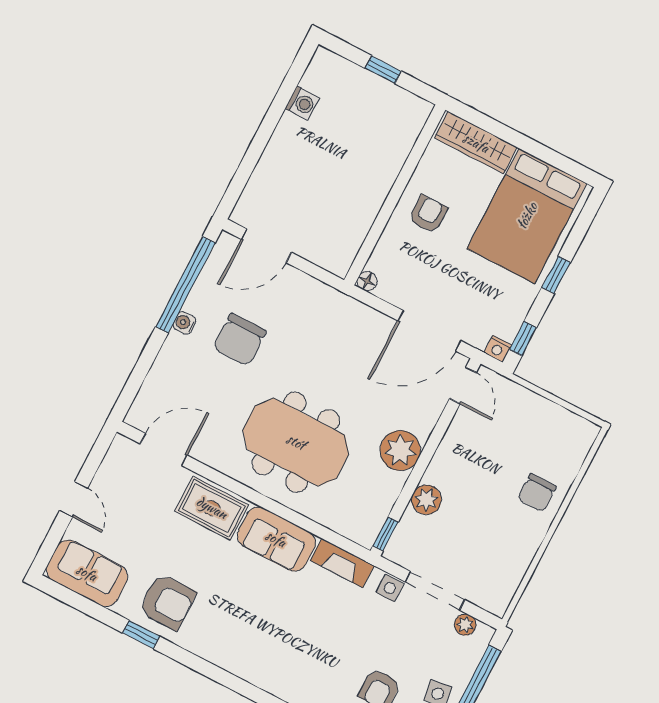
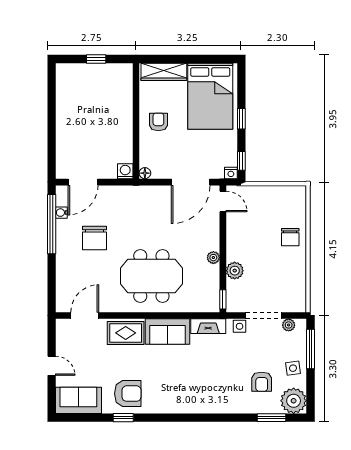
washing machine: (302, 103) -> (125, 171), moved, turned -90
water cooler: (184, 323) -> (61, 213), moved
plant: (400, 450) -> (213, 258), width x0.53, depth x0.53

